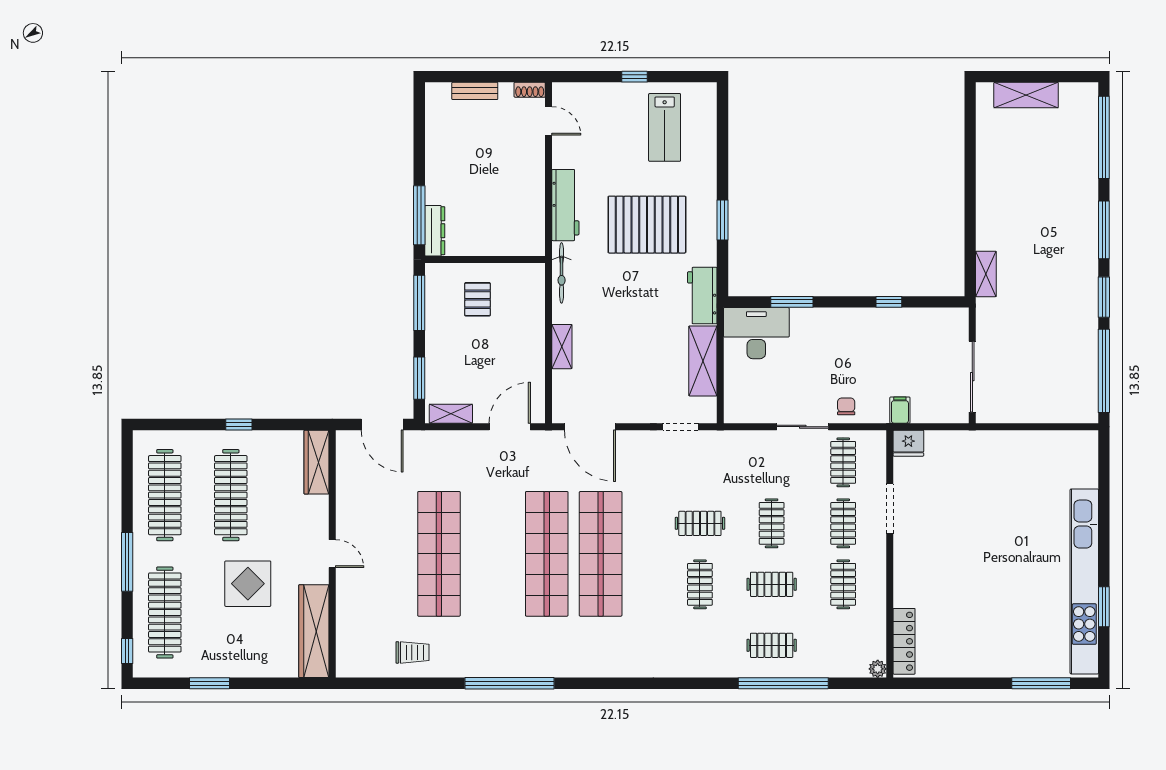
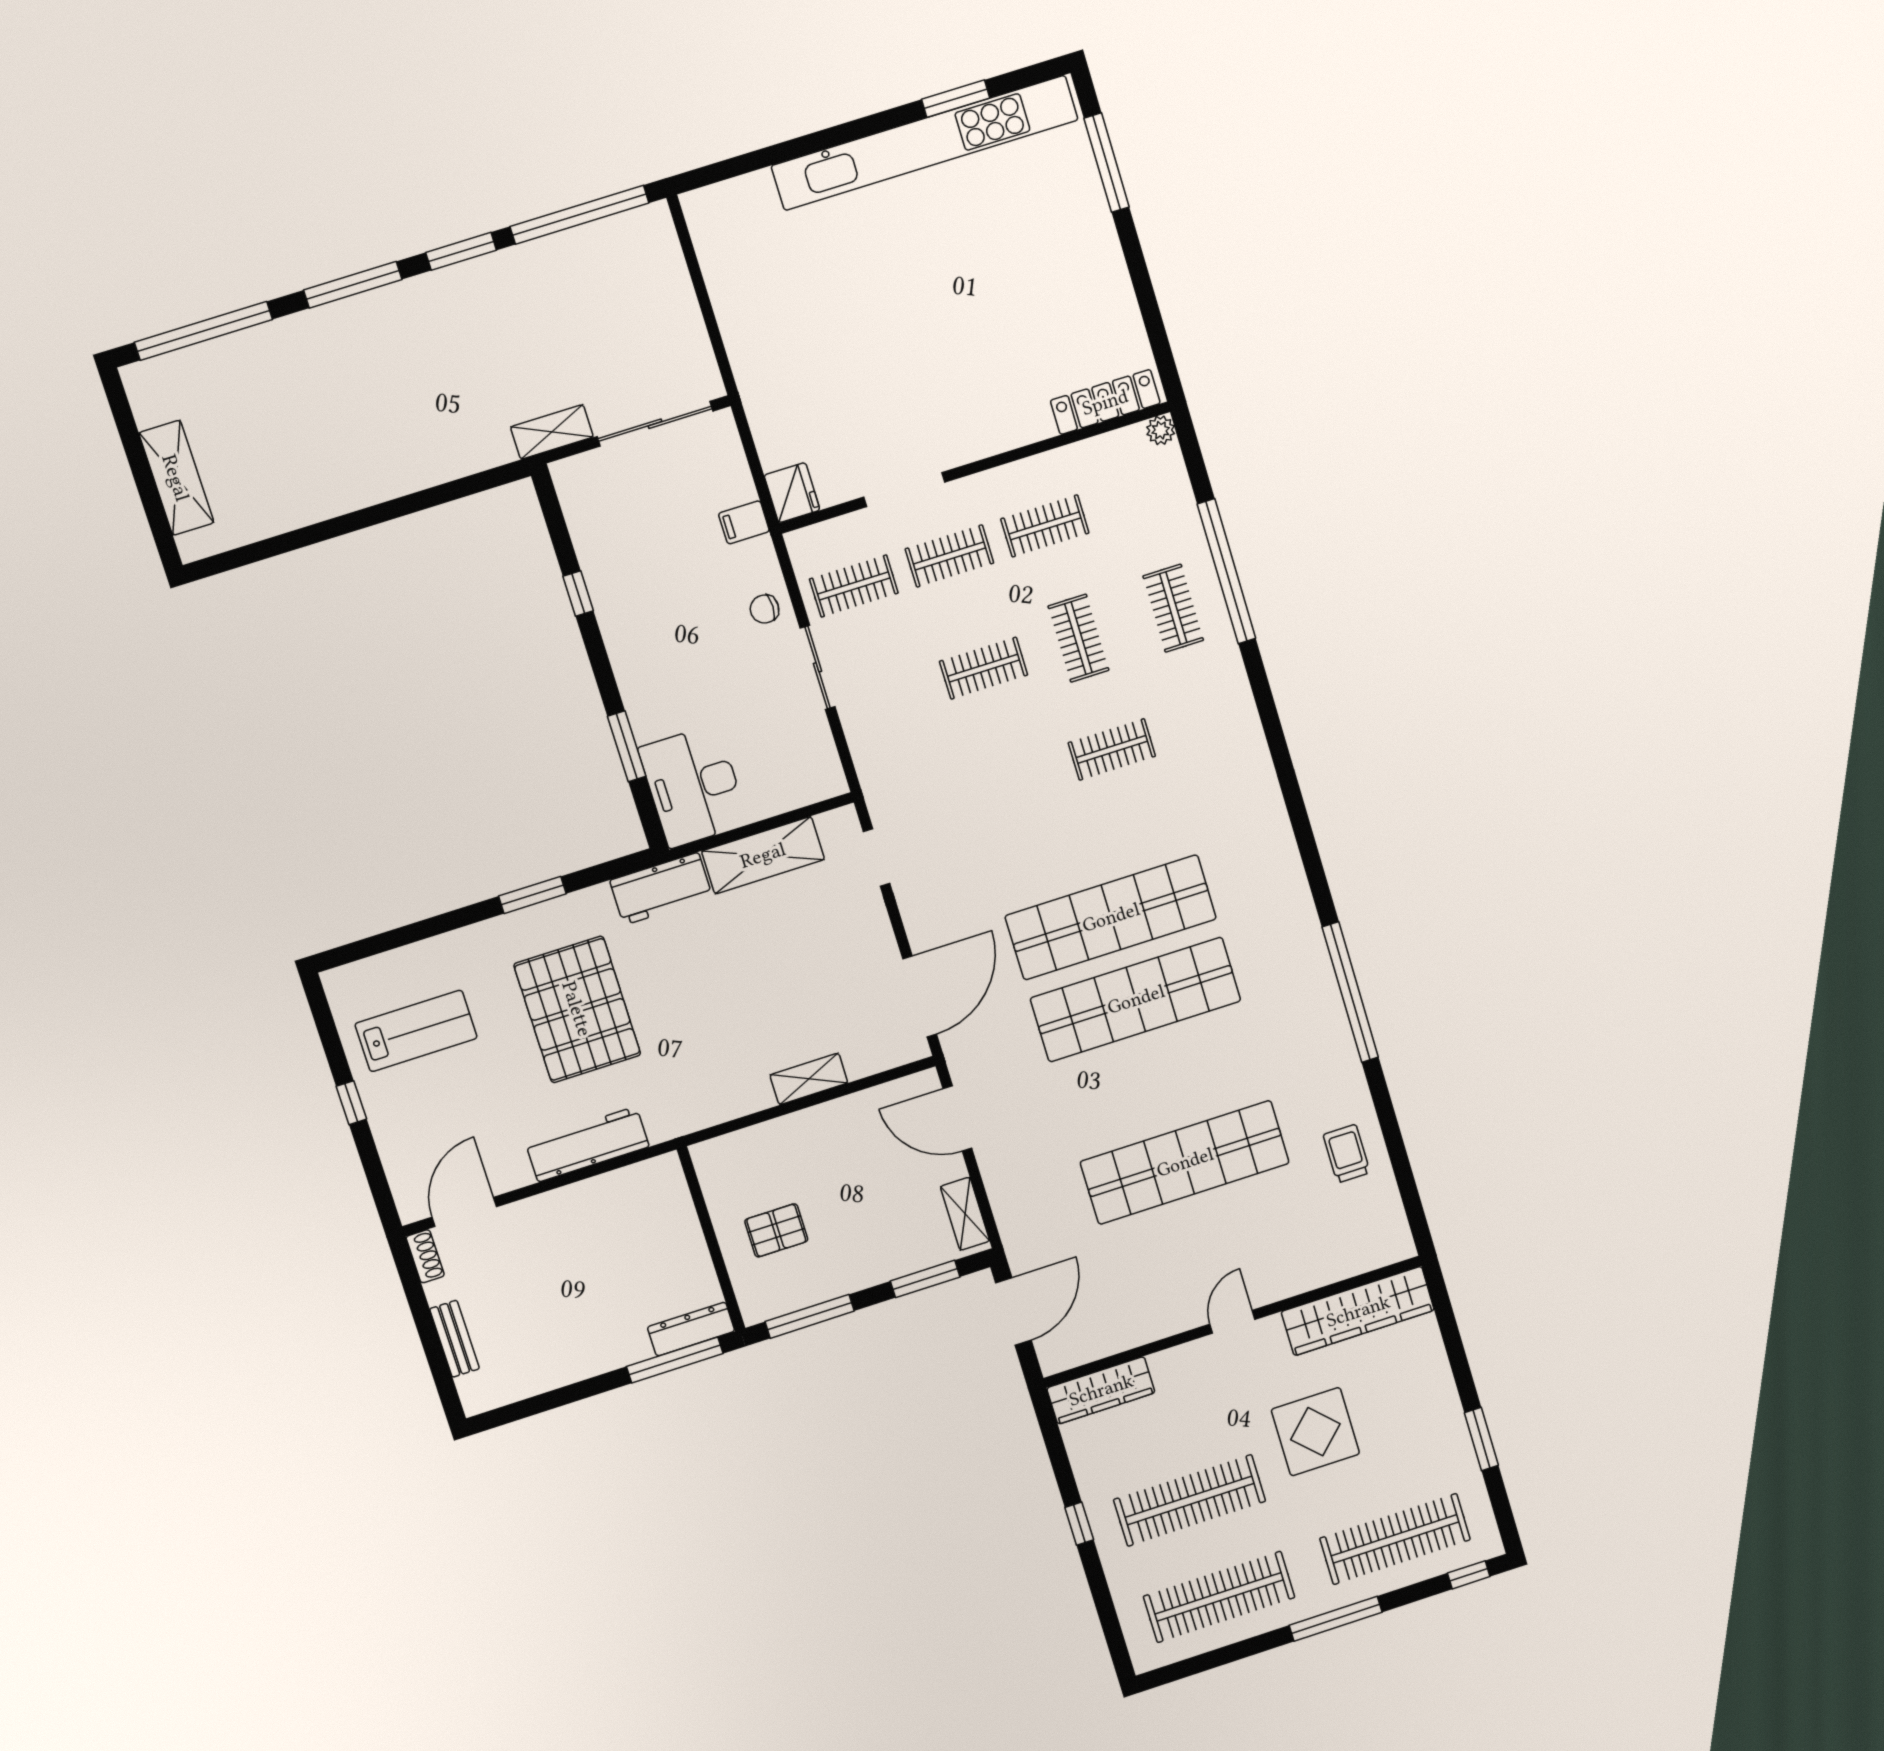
door: (549, 121) -> (464, 1212), width x1.38
bicycle: (562, 273) -> (695, 1116), removed
shelving: (986, 274) -> (552, 432), moved
clothes rail: (700, 523) -> (1017, 779), removed

